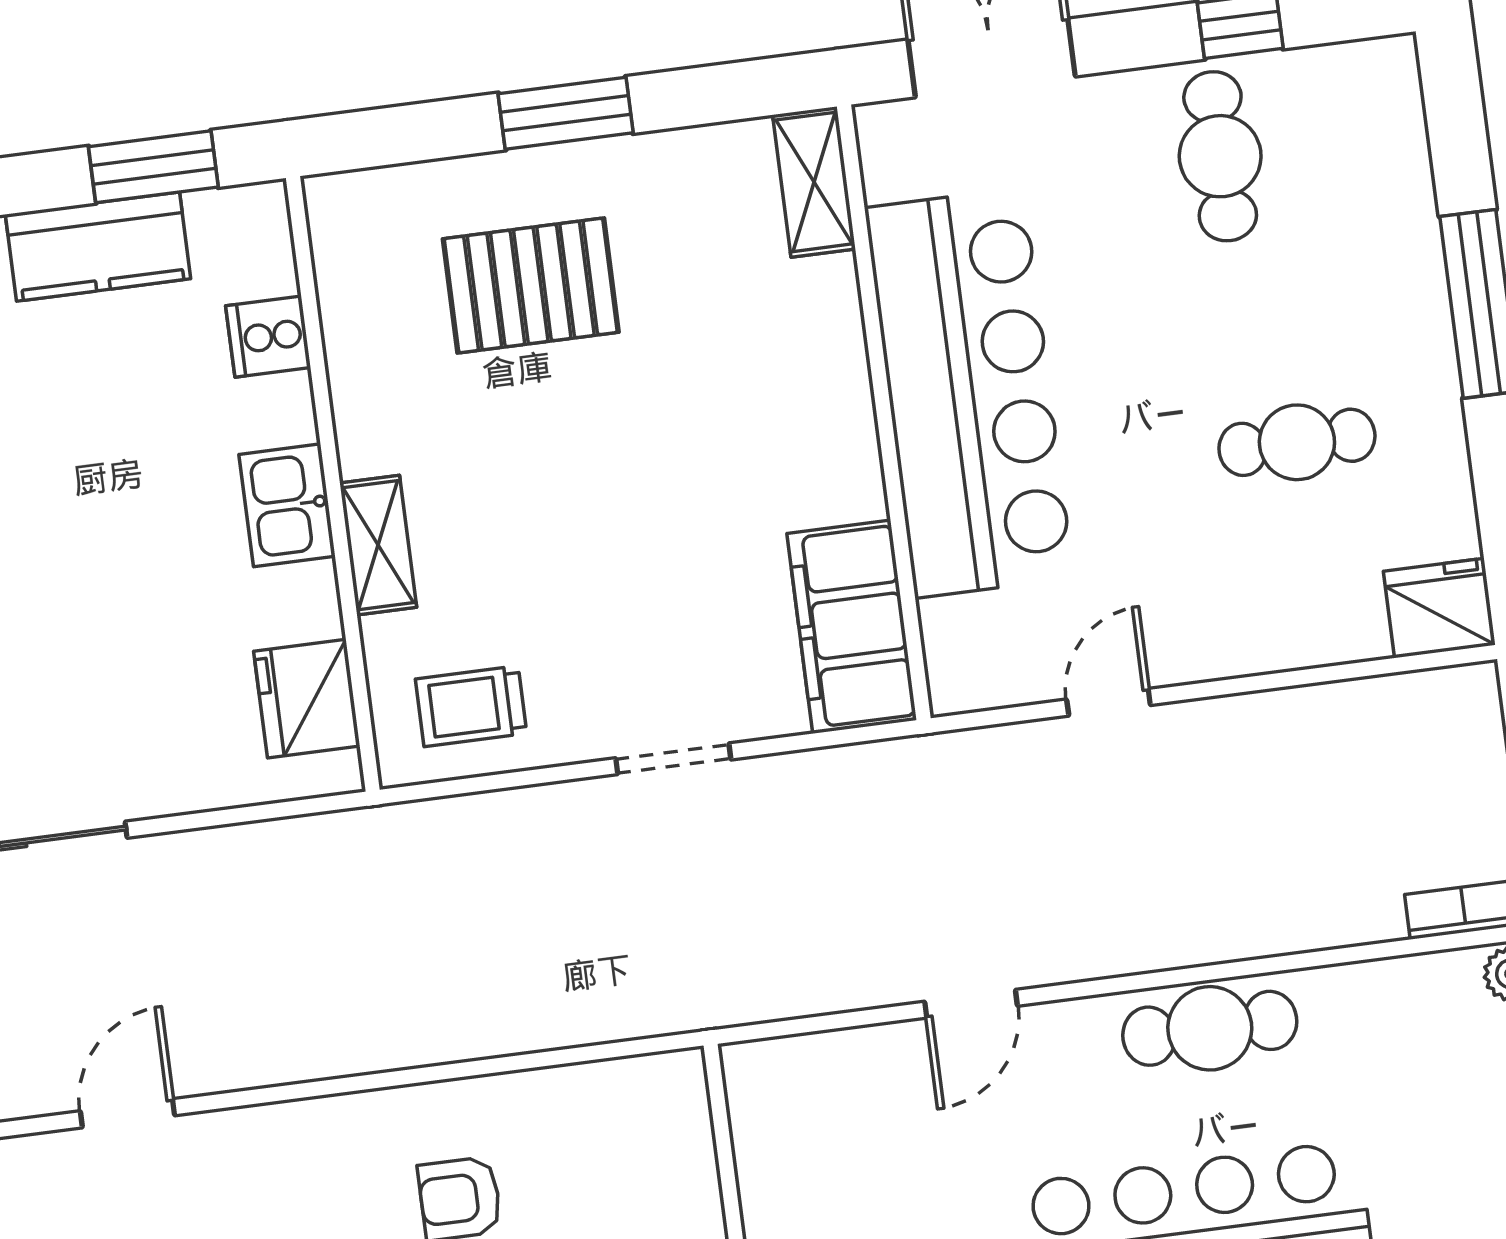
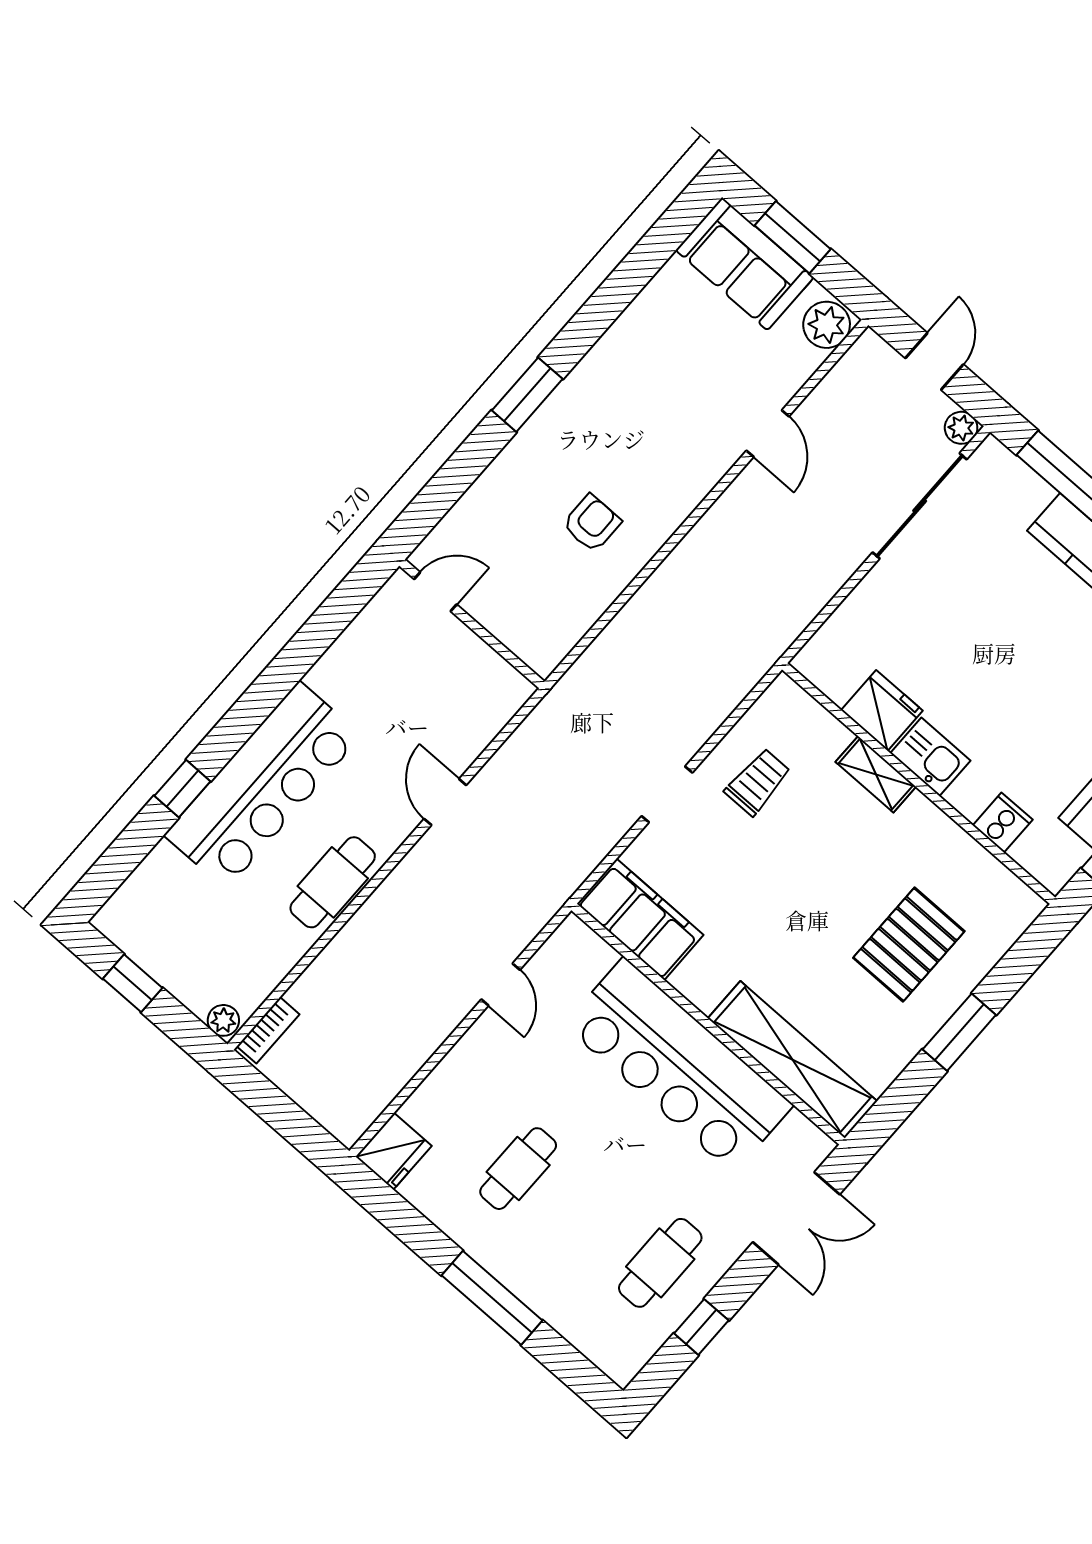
cafe table: (1220, 156) -> (660, 1263), turned 90
shelving: (814, 182) -> (793, 1060), width x2.20, depth x1.33
fridge: (307, 699) -> (882, 710), moved
trolley: (471, 706) -> (758, 782), moved

